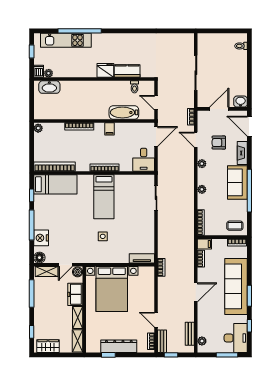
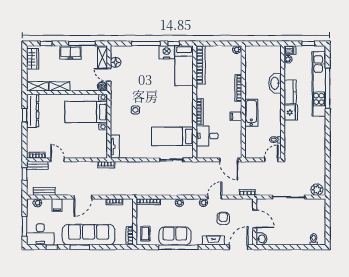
kitchen unit: (66, 40) -> (319, 84), width x1.36
plant: (188, 42) -> (317, 190), added
kitchen counter: (127, 71) -> (290, 92), moved
washbasin: (49, 87) -> (275, 83), moved
door: (156, 103) -> (271, 160), moved
bathtub: (124, 112) -> (251, 113), moved
door: (196, 140) -> (215, 197), moved
desk: (144, 160) -> (207, 136), moved
sofa: (237, 182) -> (175, 236), moved
bed: (104, 197) -> (172, 136), moved
nightstand: (41, 238) -> (167, 52), moved
filing cabinet: (204, 244) -> (57, 205), moved
floor lamp: (39, 258) -> (116, 62), moved
bed with nightstands: (112, 289) -> (86, 112), width x0.73
door: (196, 292) -> (83, 197), hinge flipped
freezer: (75, 294) -> (70, 52), moved, turned 180
door: (156, 320) -> (57, 160), hinge flipped
dresser: (119, 346) -> (33, 111), moved

